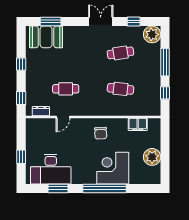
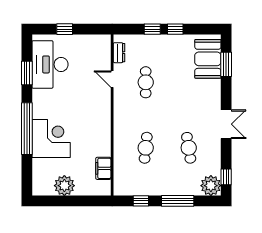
window: (134, 21) -> (226, 177), moved
window: (21, 98) -> (152, 29), moved
chair: (101, 133) -> (93, 124), removed

